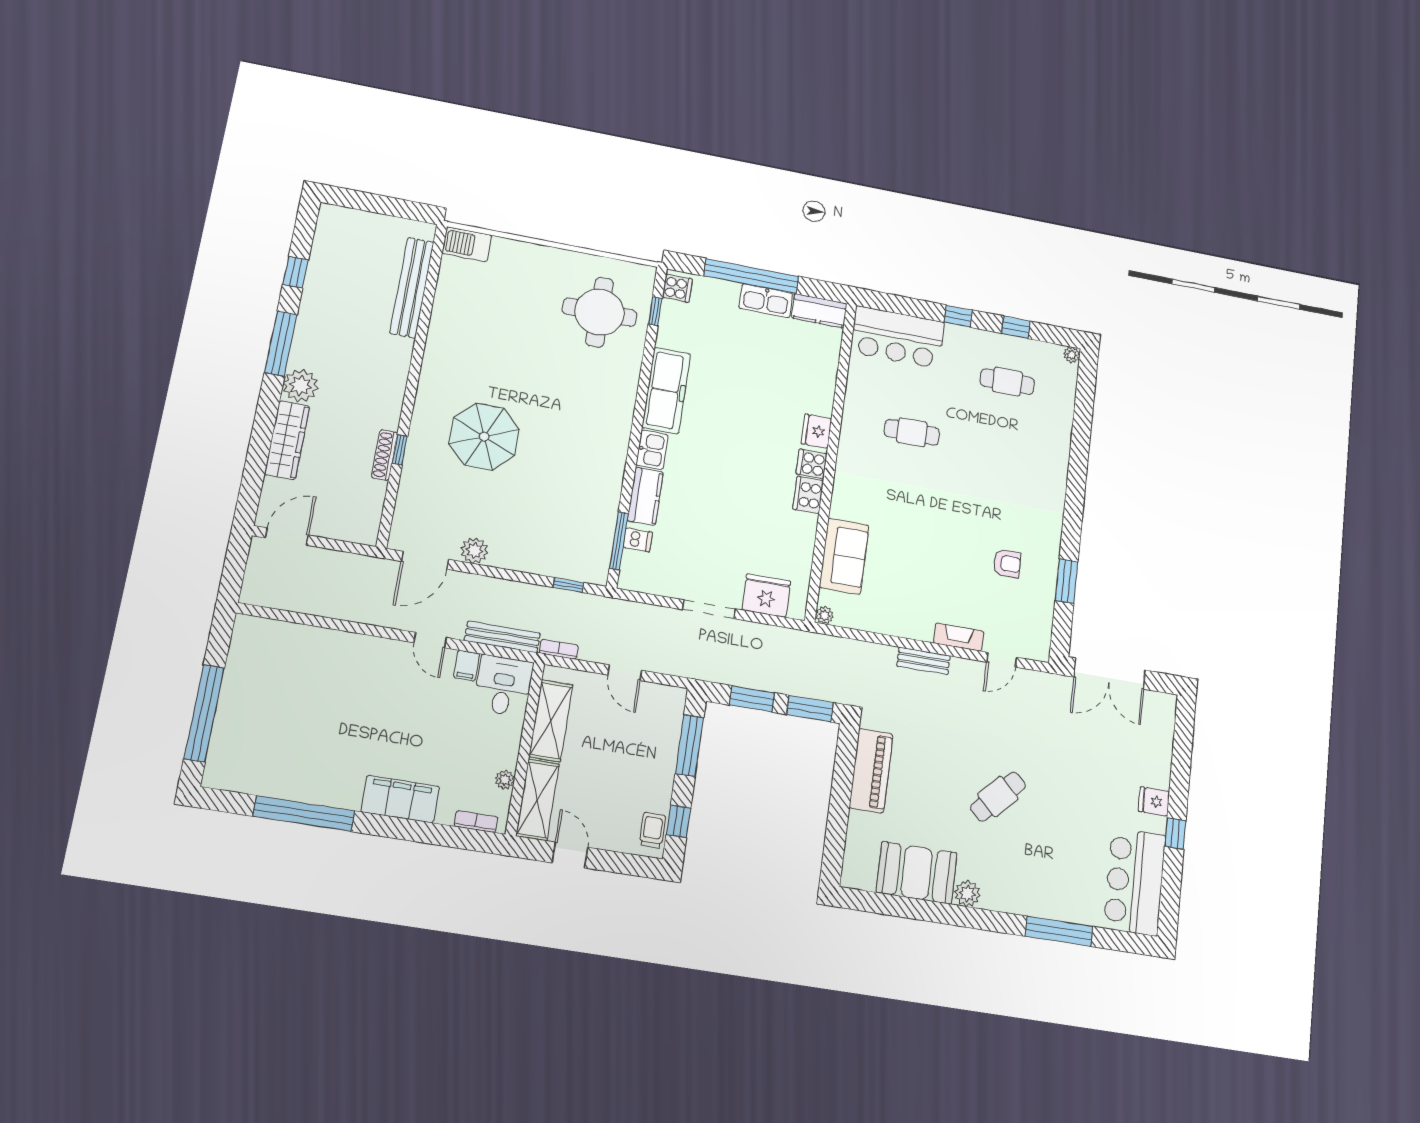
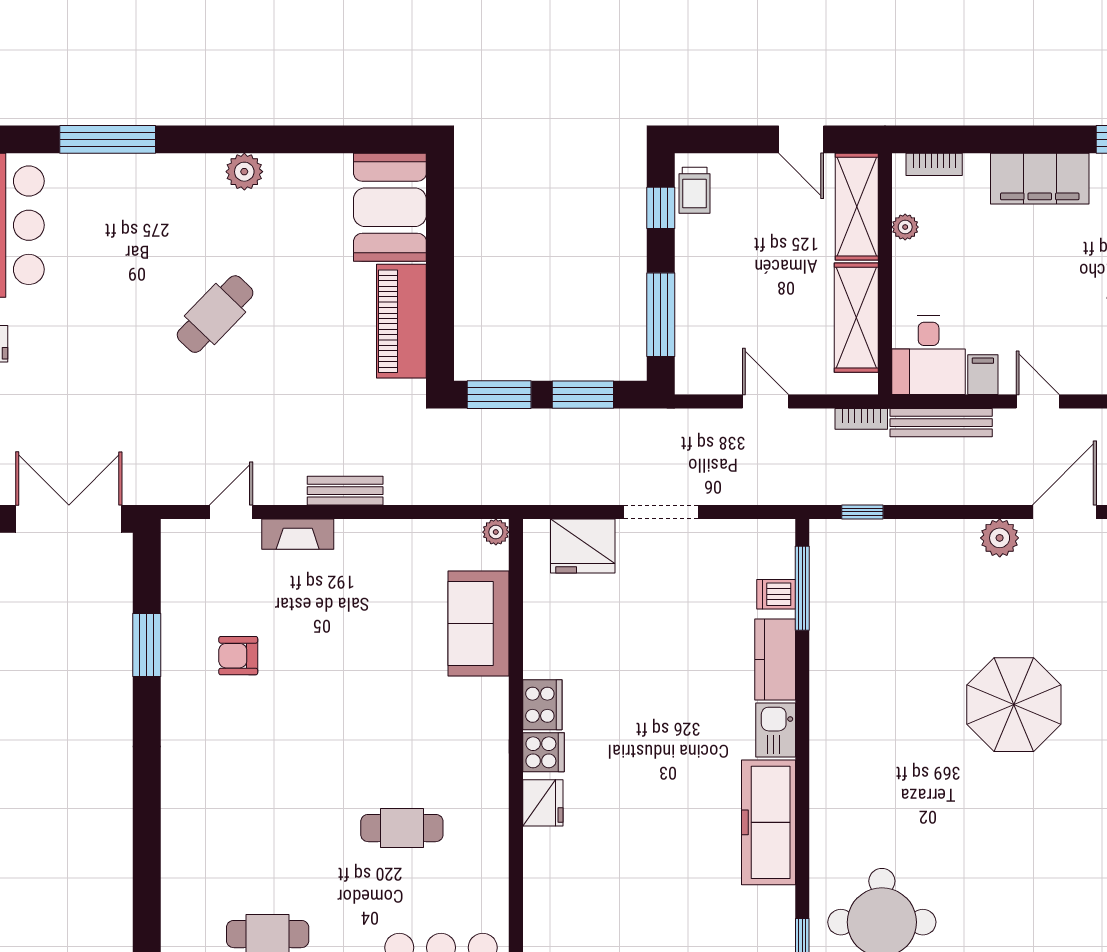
booth: (917, 873) -> (390, 207), moved, turned 90

